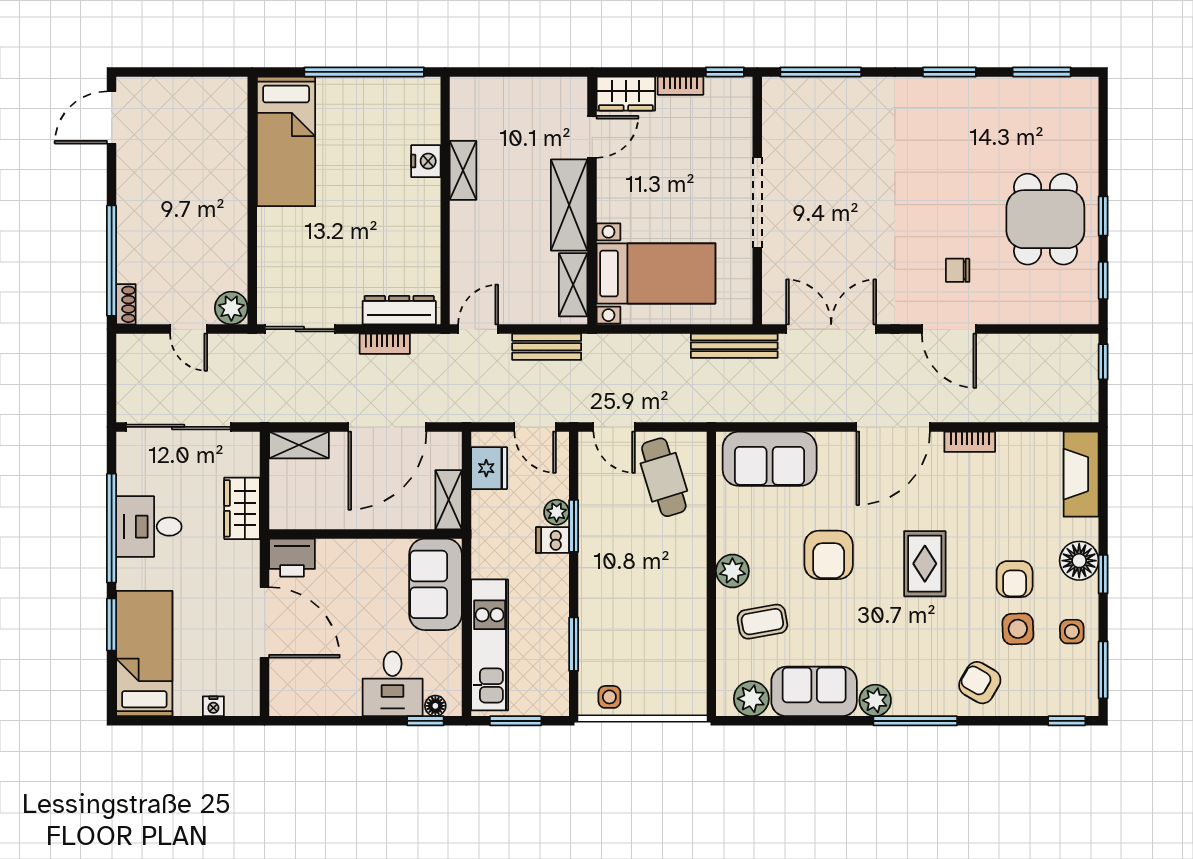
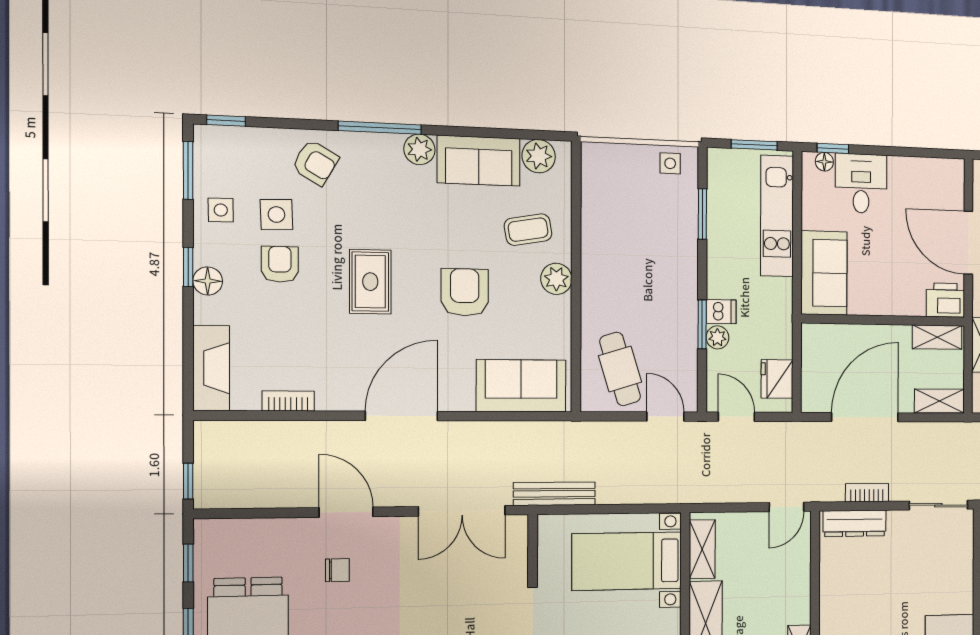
bench: (547, 347) -> (726, 491), removed
bookcase: (970, 442) -> (288, 401), moved
shelving: (449, 500) -> (937, 337), moved, turned 90
floor lamp: (1079, 561) -> (208, 281), width x0.73, depth x0.73

